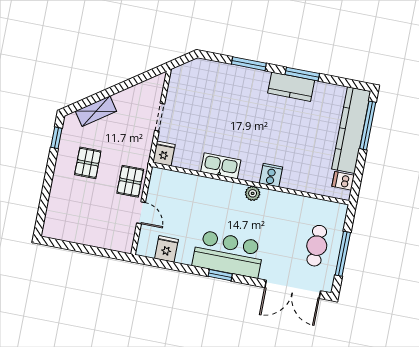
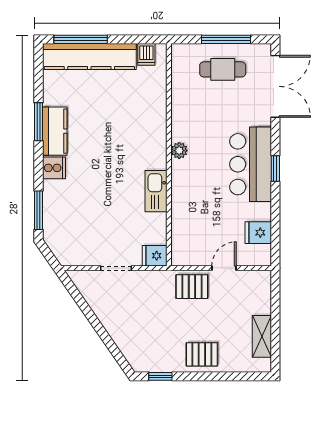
window: (249, 64) -> (39, 210), moved
shelving: (96, 111) -> (262, 336), moved, turned 35
pallet: (88, 163) -> (202, 354), moved
cooker: (271, 175) -> (54, 168), moved, turned 180

